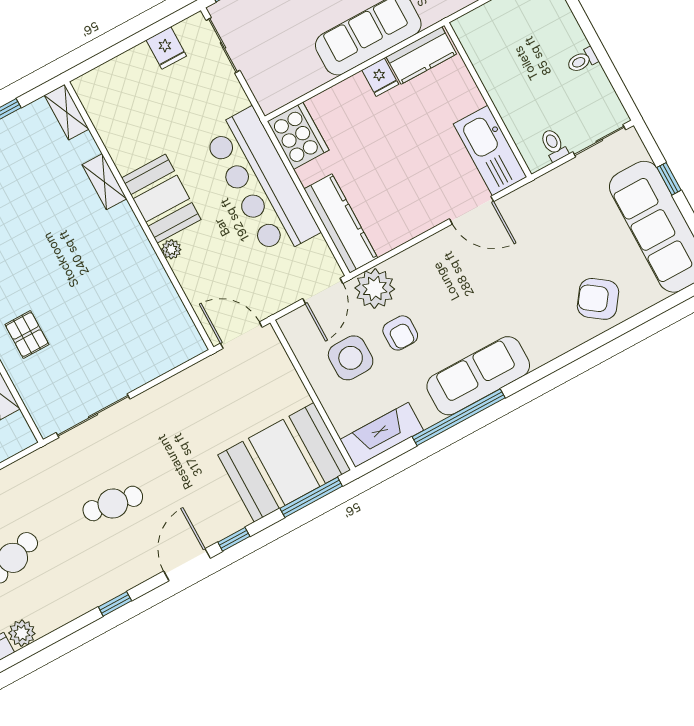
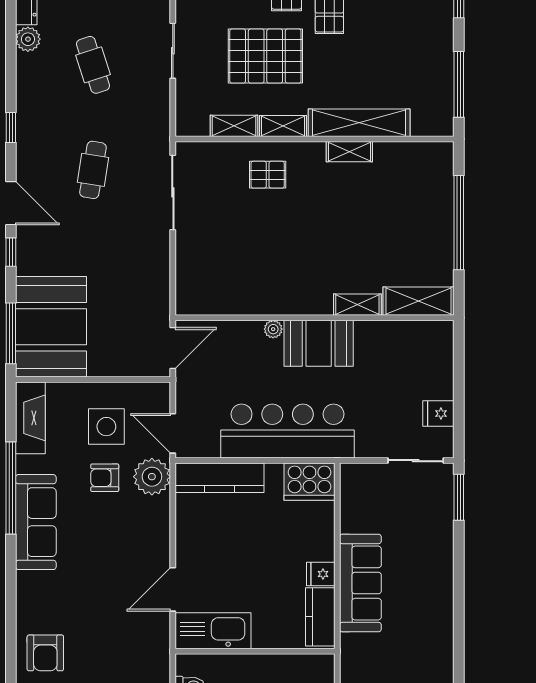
shelving: (67, 112) -> (419, 301), width x1.50, depth x1.33
armchair: (598, 299) -> (45, 653), turned 144

